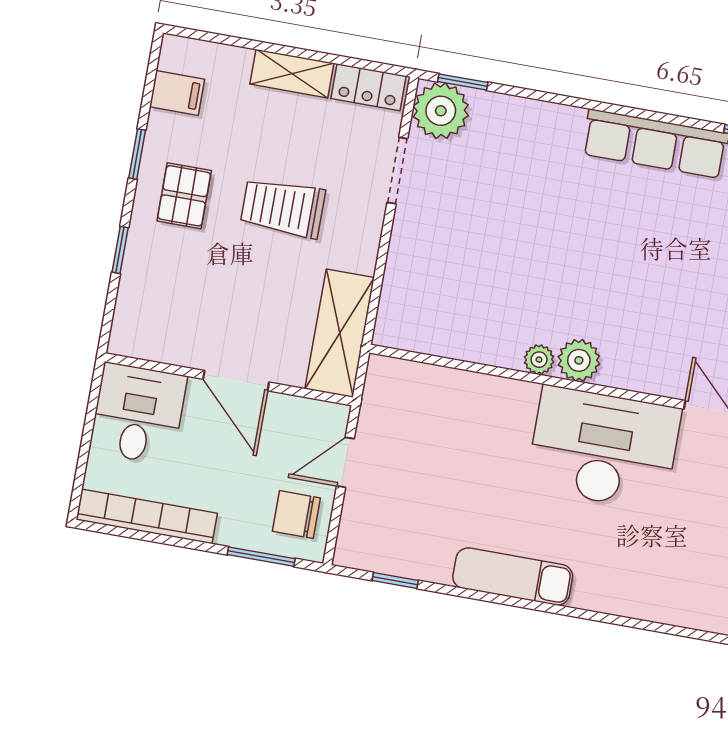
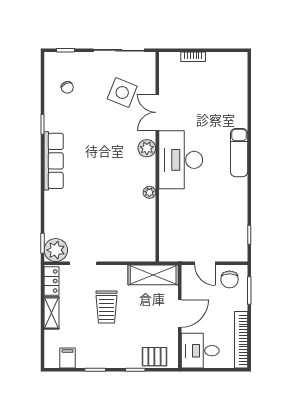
pallet: (184, 196) -> (154, 357), moved
plant: (579, 360) -> (147, 148), moved
exam couch: (513, 576) -> (239, 153), moved

